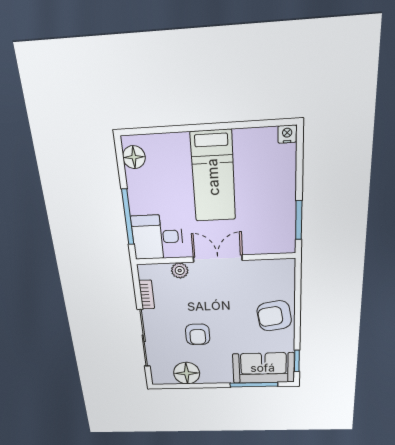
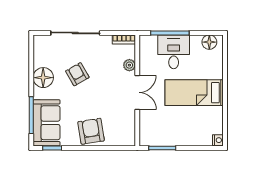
desk: (157, 237) -> (174, 52), moved
bookcase: (147, 295) -> (124, 39), moved
armchair: (198, 334) -> (77, 74), turned 60
floor lamp: (187, 373) -> (43, 78), moved

